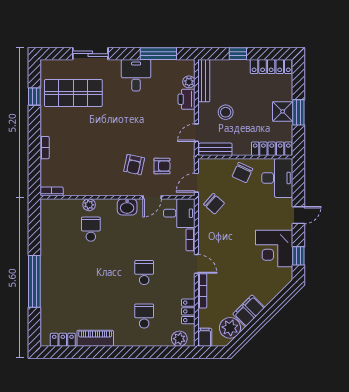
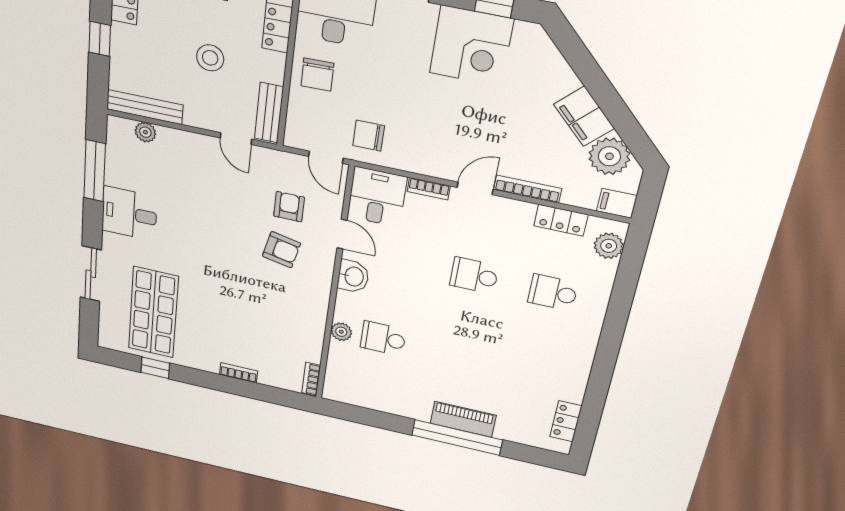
printer: (187, 99) -> (176, 142), removed
stool: (226, 112) -> (210, 58), moved
chair: (242, 173) -> (317, 75), turned 64
chair: (214, 204) -> (369, 136), turned -132
piano: (95, 338) -> (463, 419), moved, turned 90

